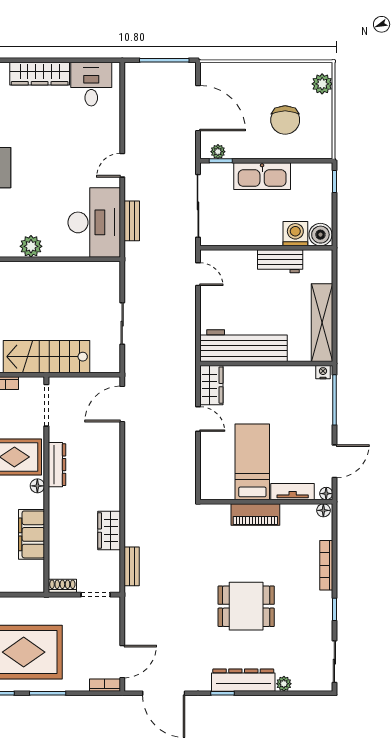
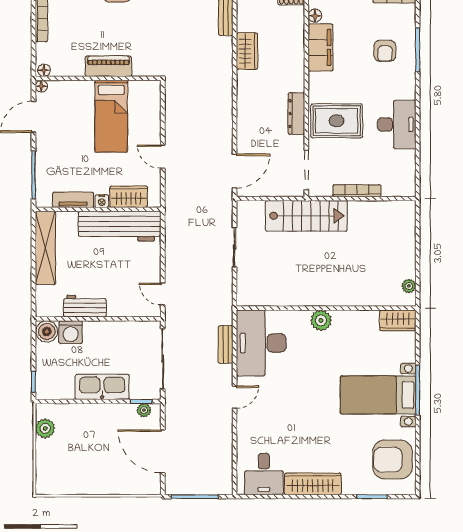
plant: (322, 84) -> (45, 428), moved
chair: (285, 120) -> (80, 440), removed
nightstand: (323, 372) -> (102, 201), moved
wardrobe: (211, 385) -> (129, 197), moved, turned 90
floor lamp: (37, 486) -> (315, 16), moved
tv unit: (293, 492) -> (73, 200), moved, turned 180

